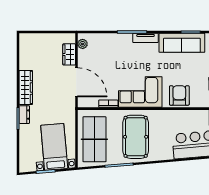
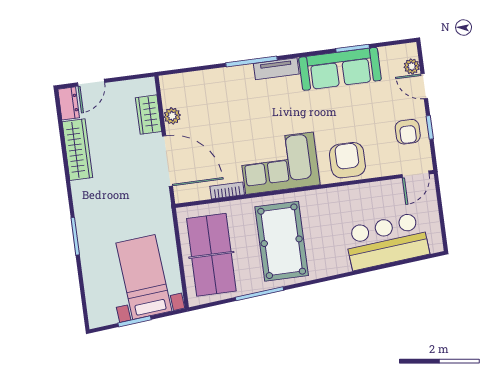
door: (39, 32) -> (91, 83), added
plant: (83, 44) -> (172, 116), moved
wardrobe: (26, 87) -> (77, 150), moved
dresser: (24, 115) -> (69, 103), moved

